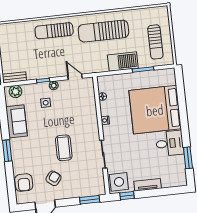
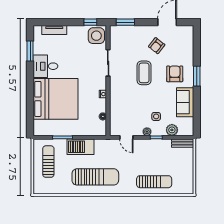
sun lounger: (54, 31) -> (154, 182), moved
plant: (16, 92) -> (172, 130), moved
armchair: (24, 183) -> (175, 74), moved
tv unit: (148, 185) -> (54, 30), moved

